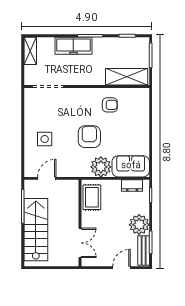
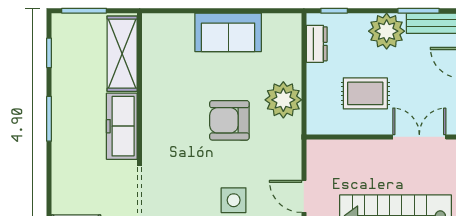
freezer: (73, 46) -> (122, 126), moved, turned 180
armchair: (110, 105) -> (173, 84), removed
sofa: (131, 166) -> (228, 32), moved, turned -90
rug: (92, 197) -> (365, 93), moved

